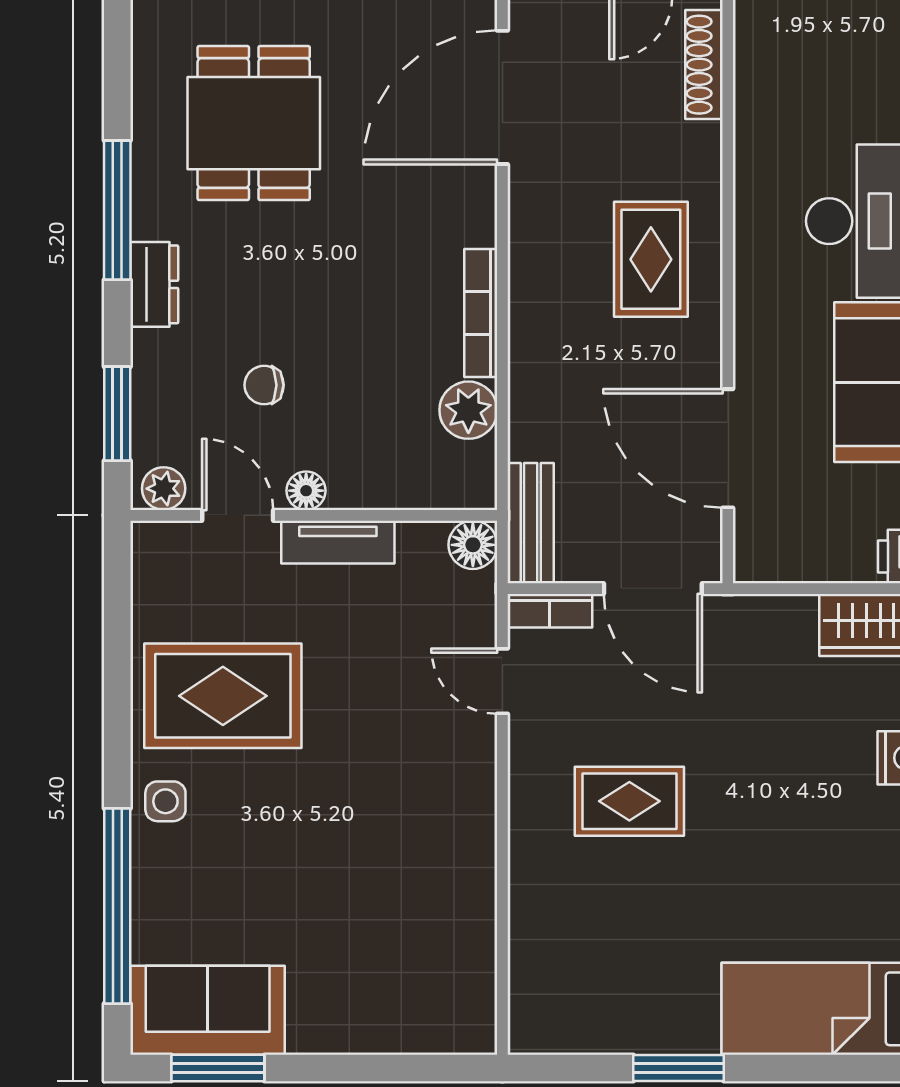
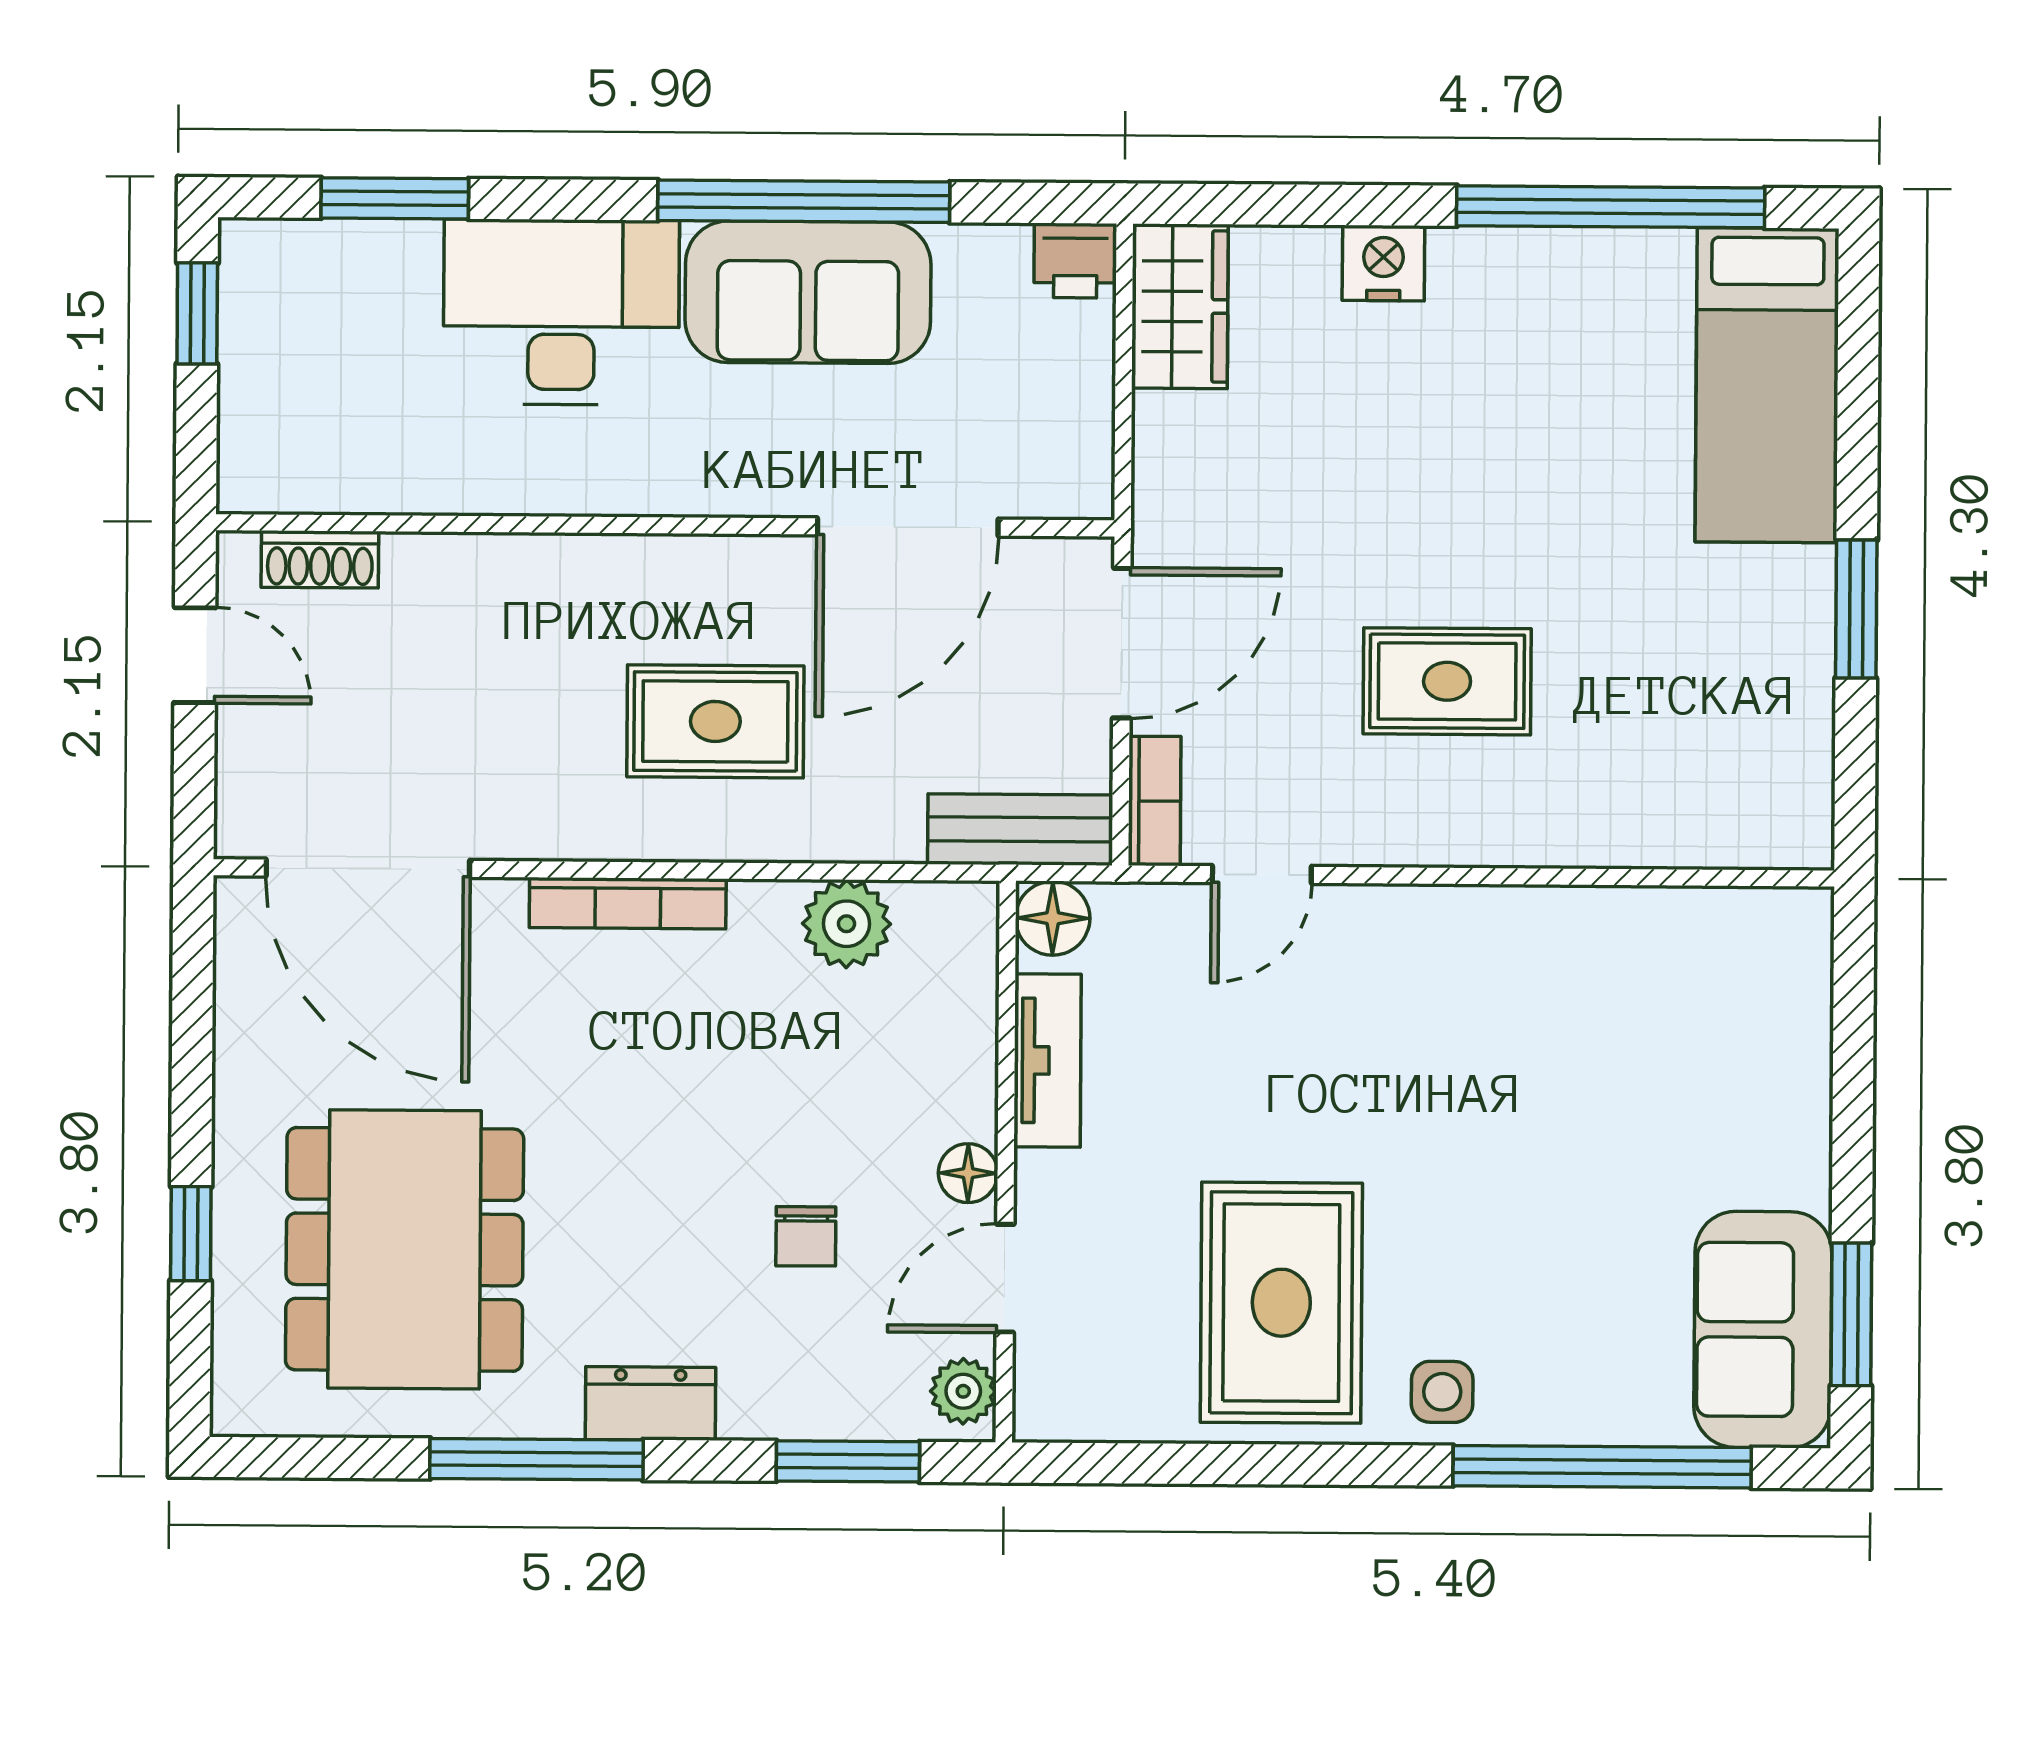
shoe rack: (704, 65) -> (320, 559), width x0.70
dining table: (254, 123) -> (405, 1249), width x1.38
rug: (651, 259) -> (715, 721), moved
bookcase: (481, 313) -> (628, 903), moved
tv unit: (338, 542) -> (1048, 1060), moved
rug: (629, 801) -> (1447, 681), turned 90

